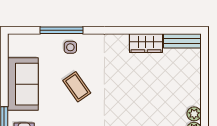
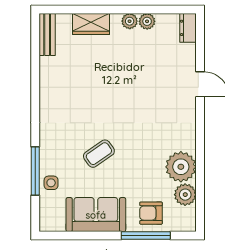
wardrobe: (146, 43) -> (91, 24), moved, turned 90
side table: (70, 47) -> (51, 183), moved

